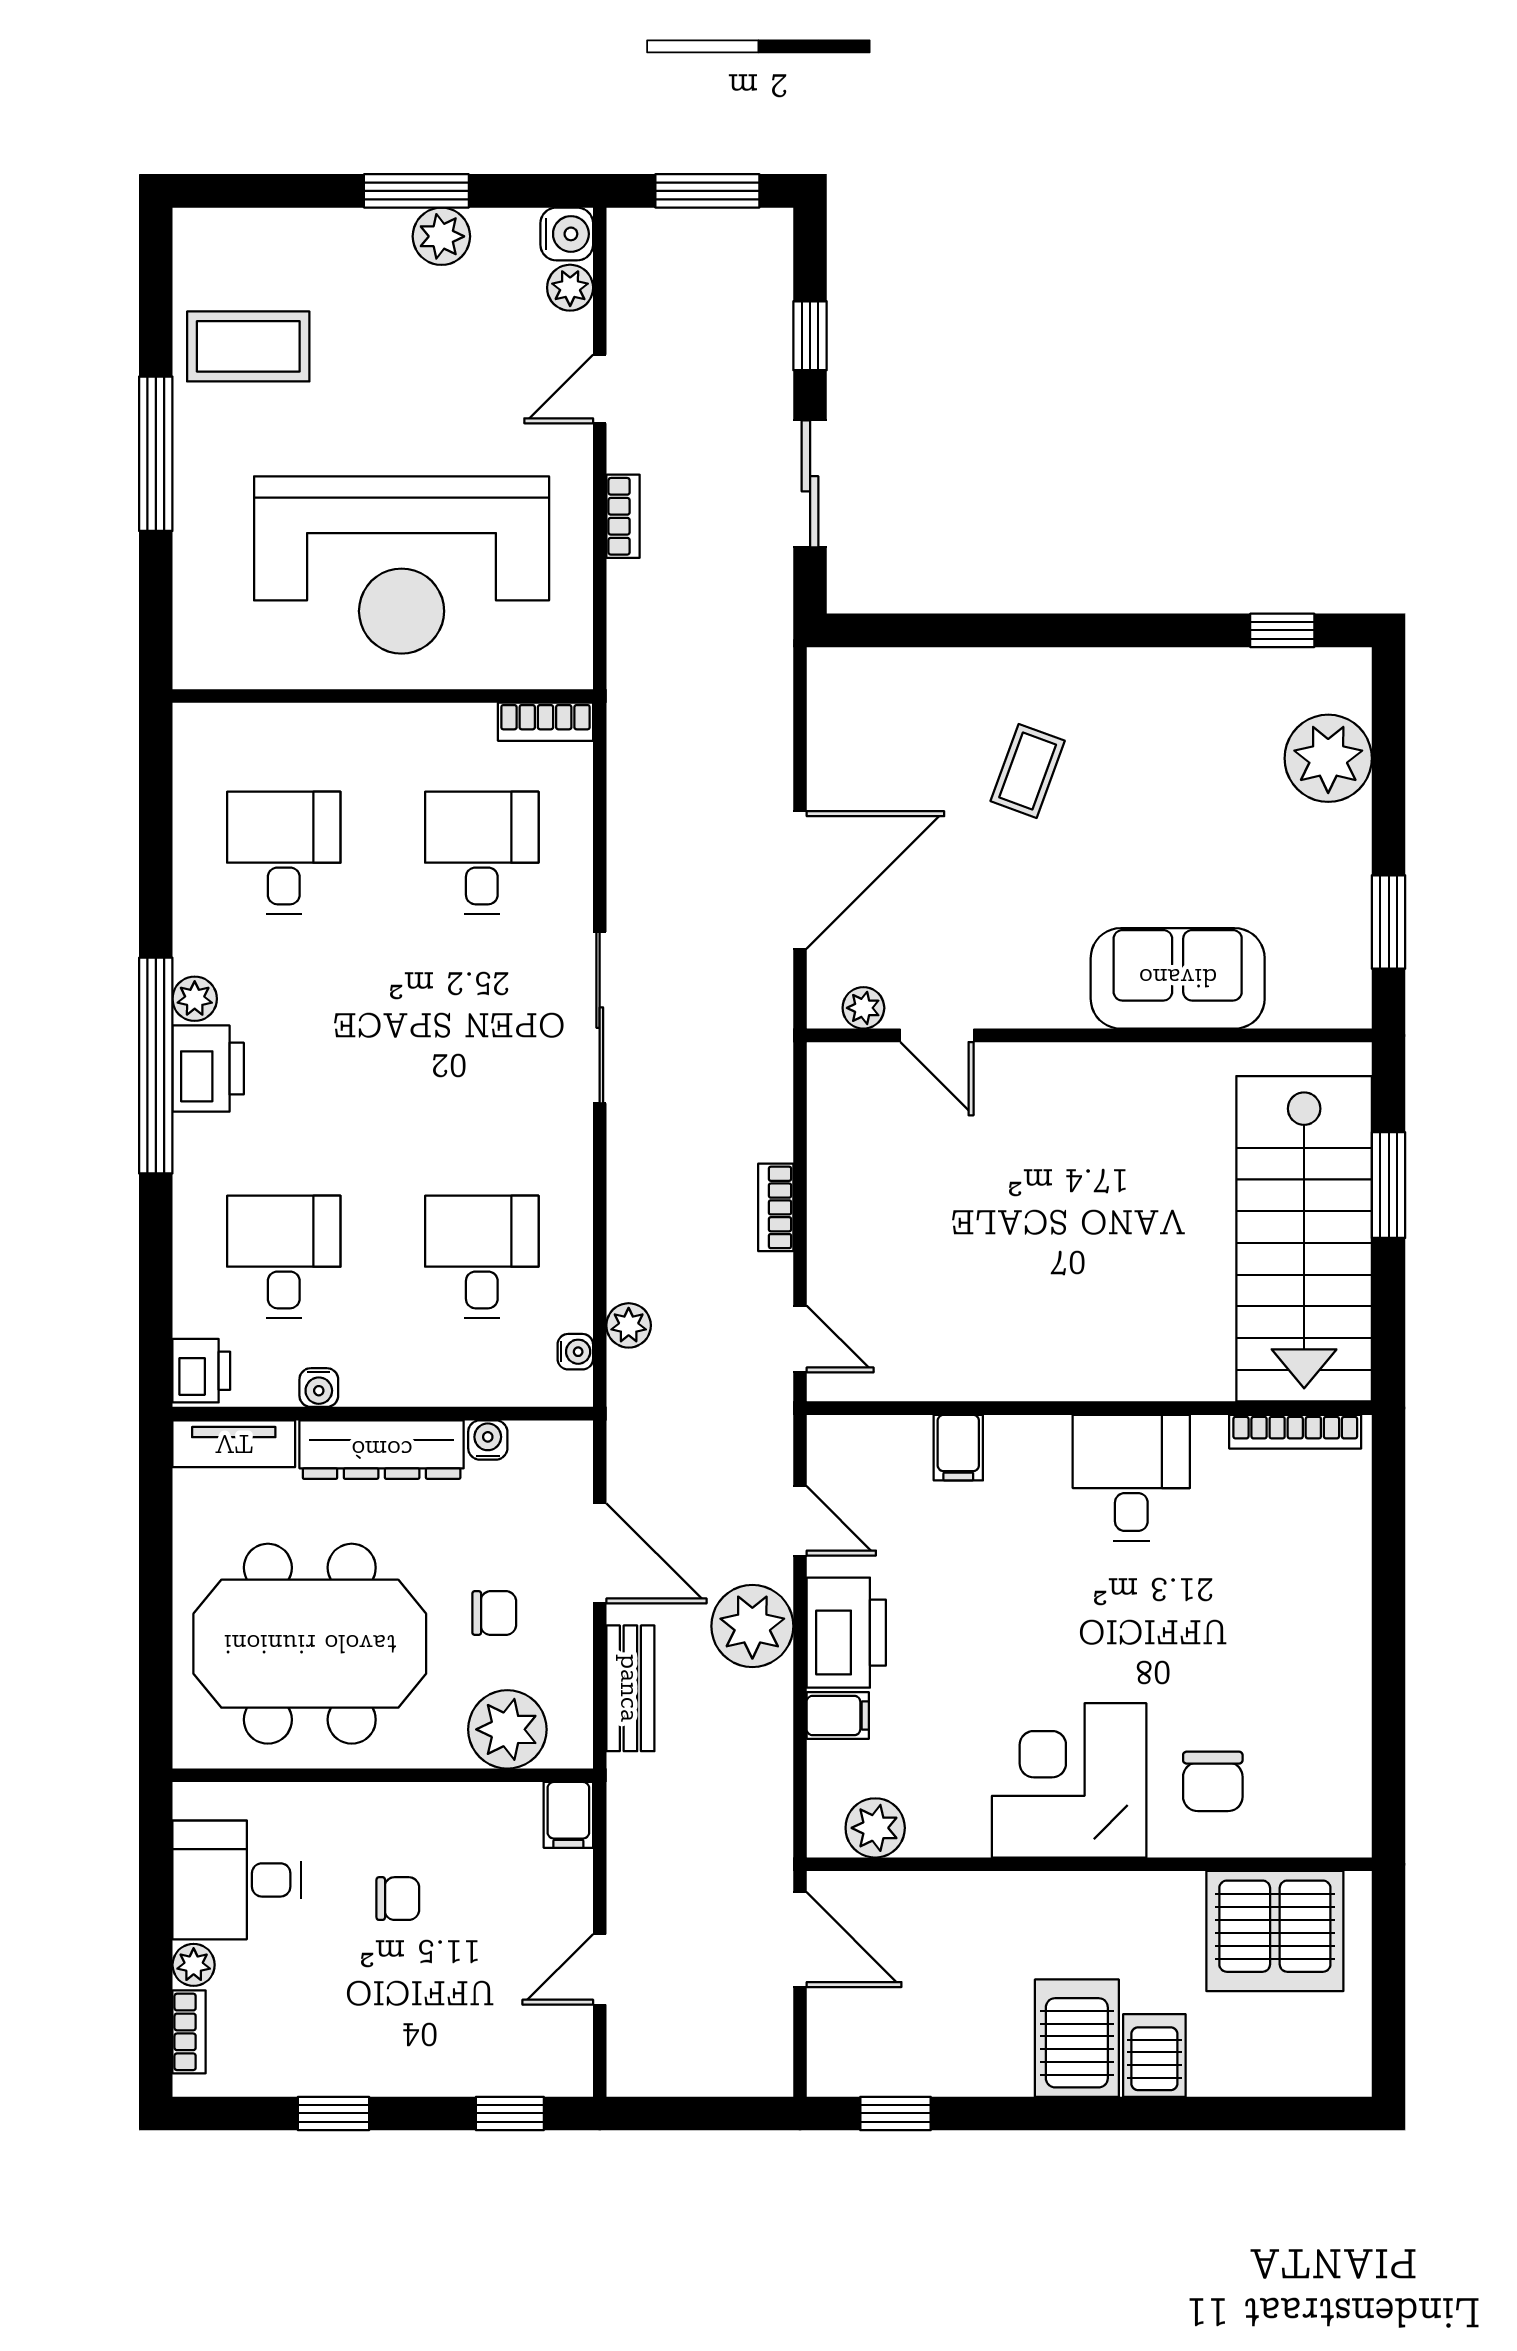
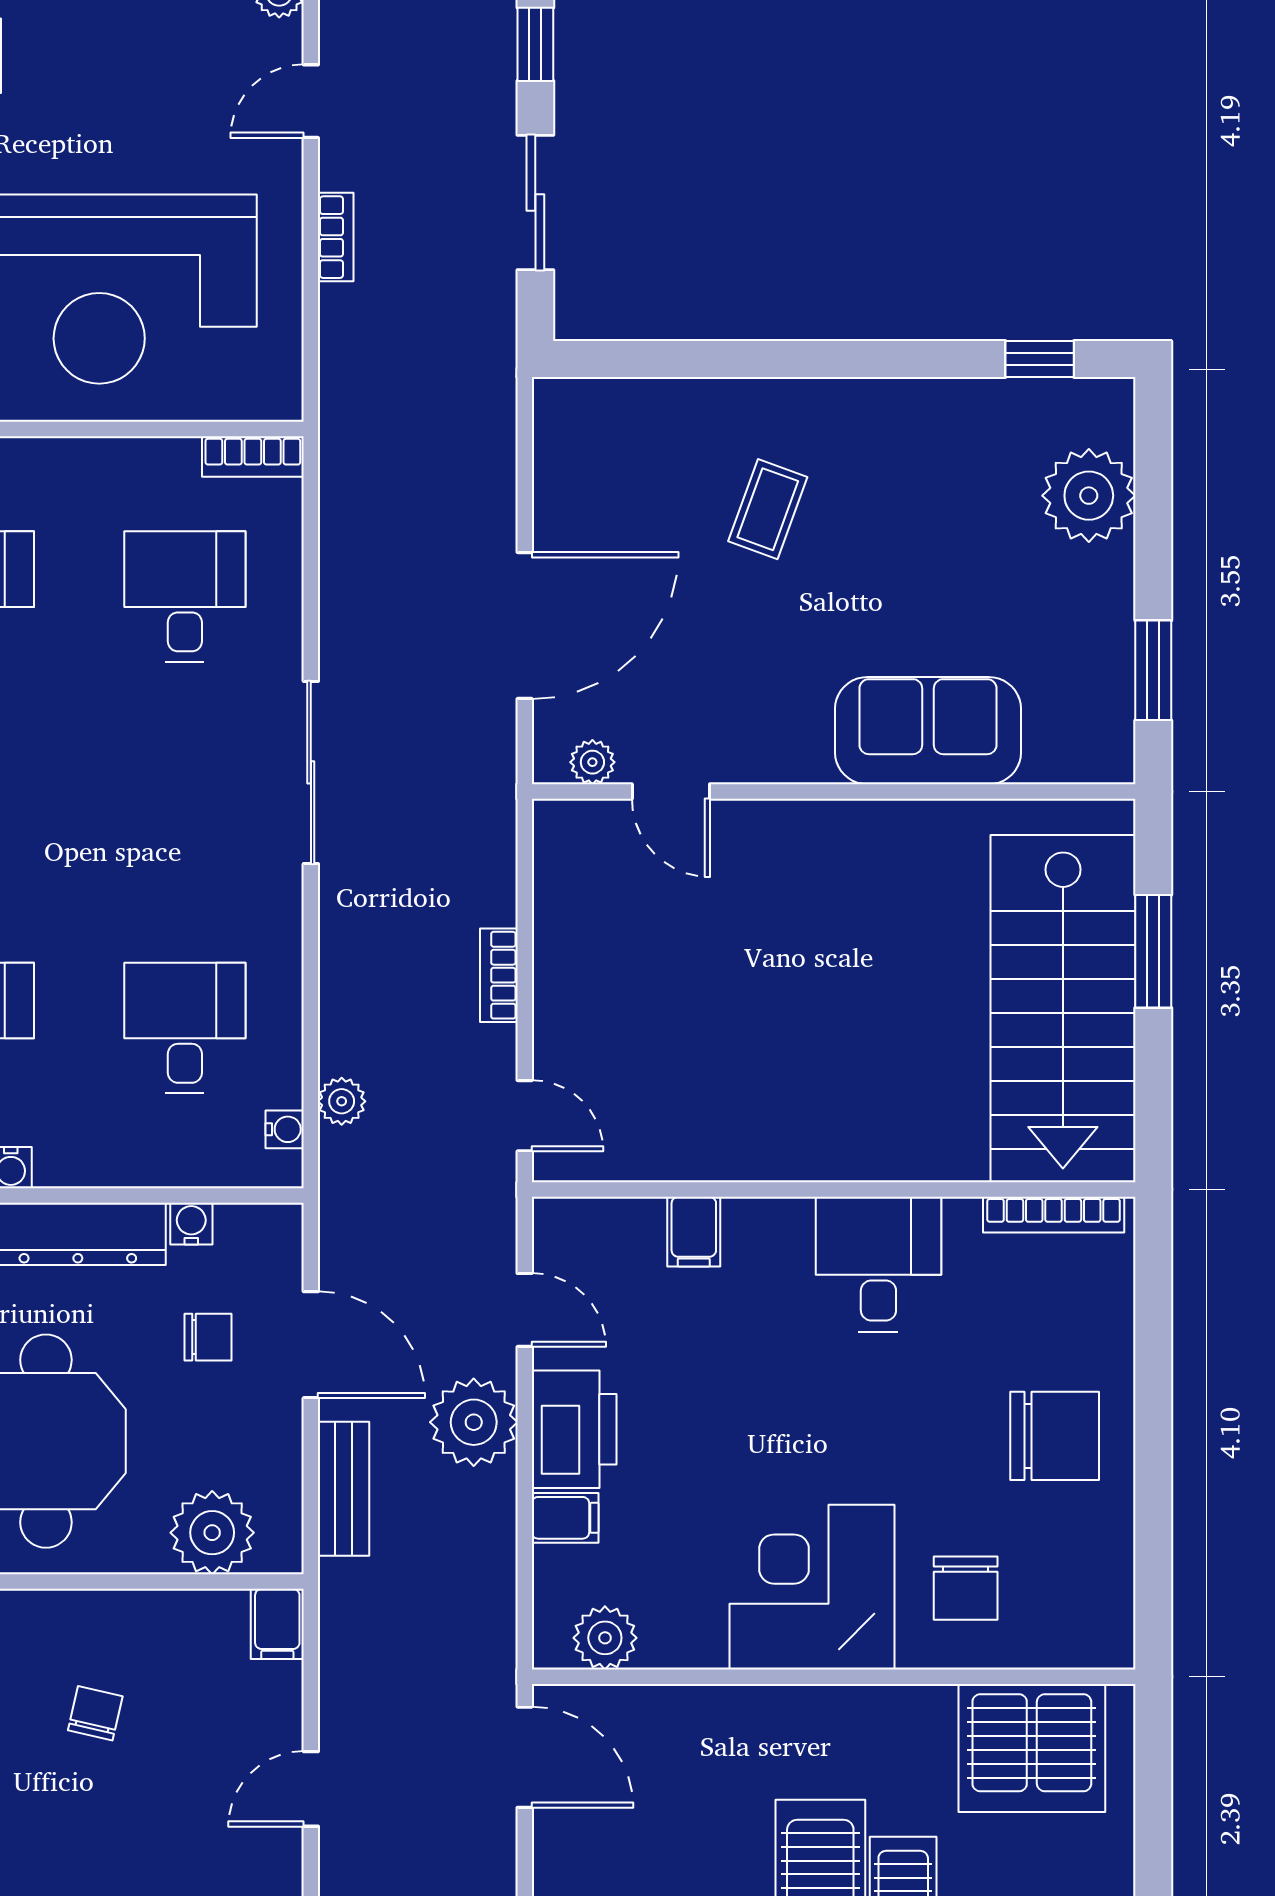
chair: (494, 1613) -> (208, 1337), moved
chair: (1296, 1639) -> (1055, 1436), added
chair: (398, 1899) -> (95, 1713), turned -77

